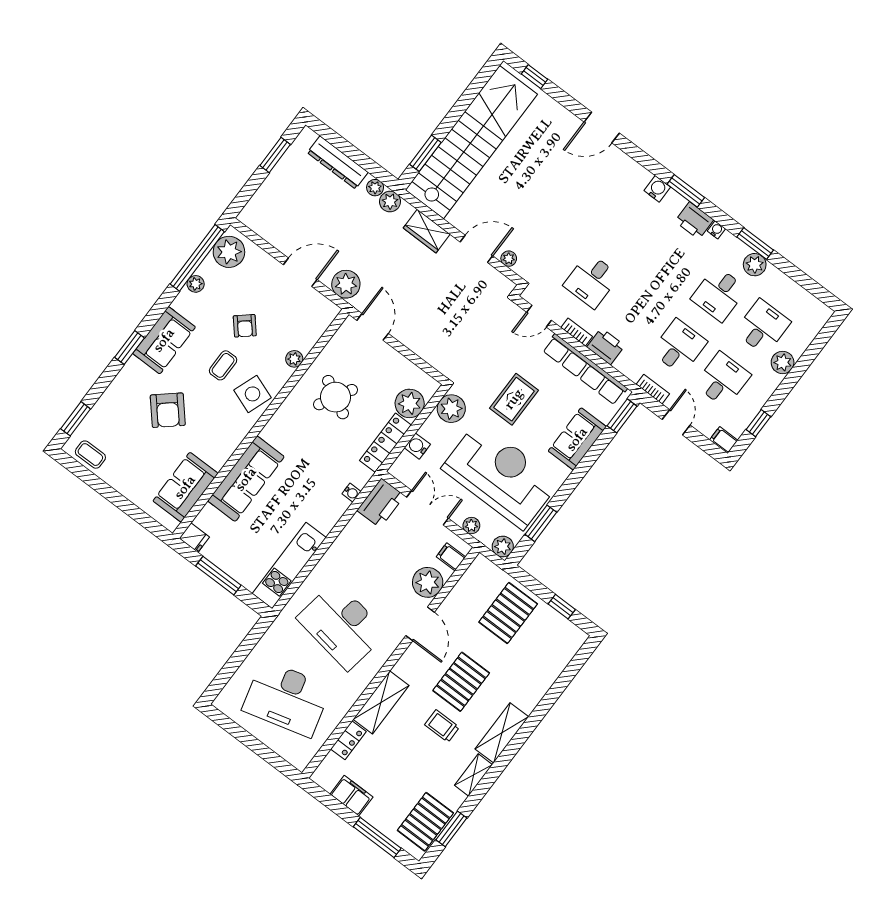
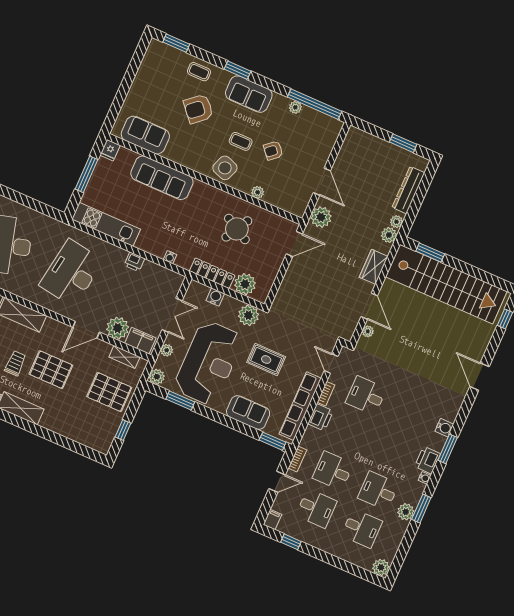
plant: (229, 252) -> (324, 126), removed
desk: (679, 347) -> (333, 471), turned 180
plant: (783, 362) -> (381, 567), moved
coffee table: (90, 455) -> (199, 72), moved, turned 90
printer: (381, 503) -> (134, 262), moved, width x0.53, depth x0.68
filing cabinet: (451, 557) -> (140, 341), width x2.00
shelving: (467, 582) -> (124, 357), added

